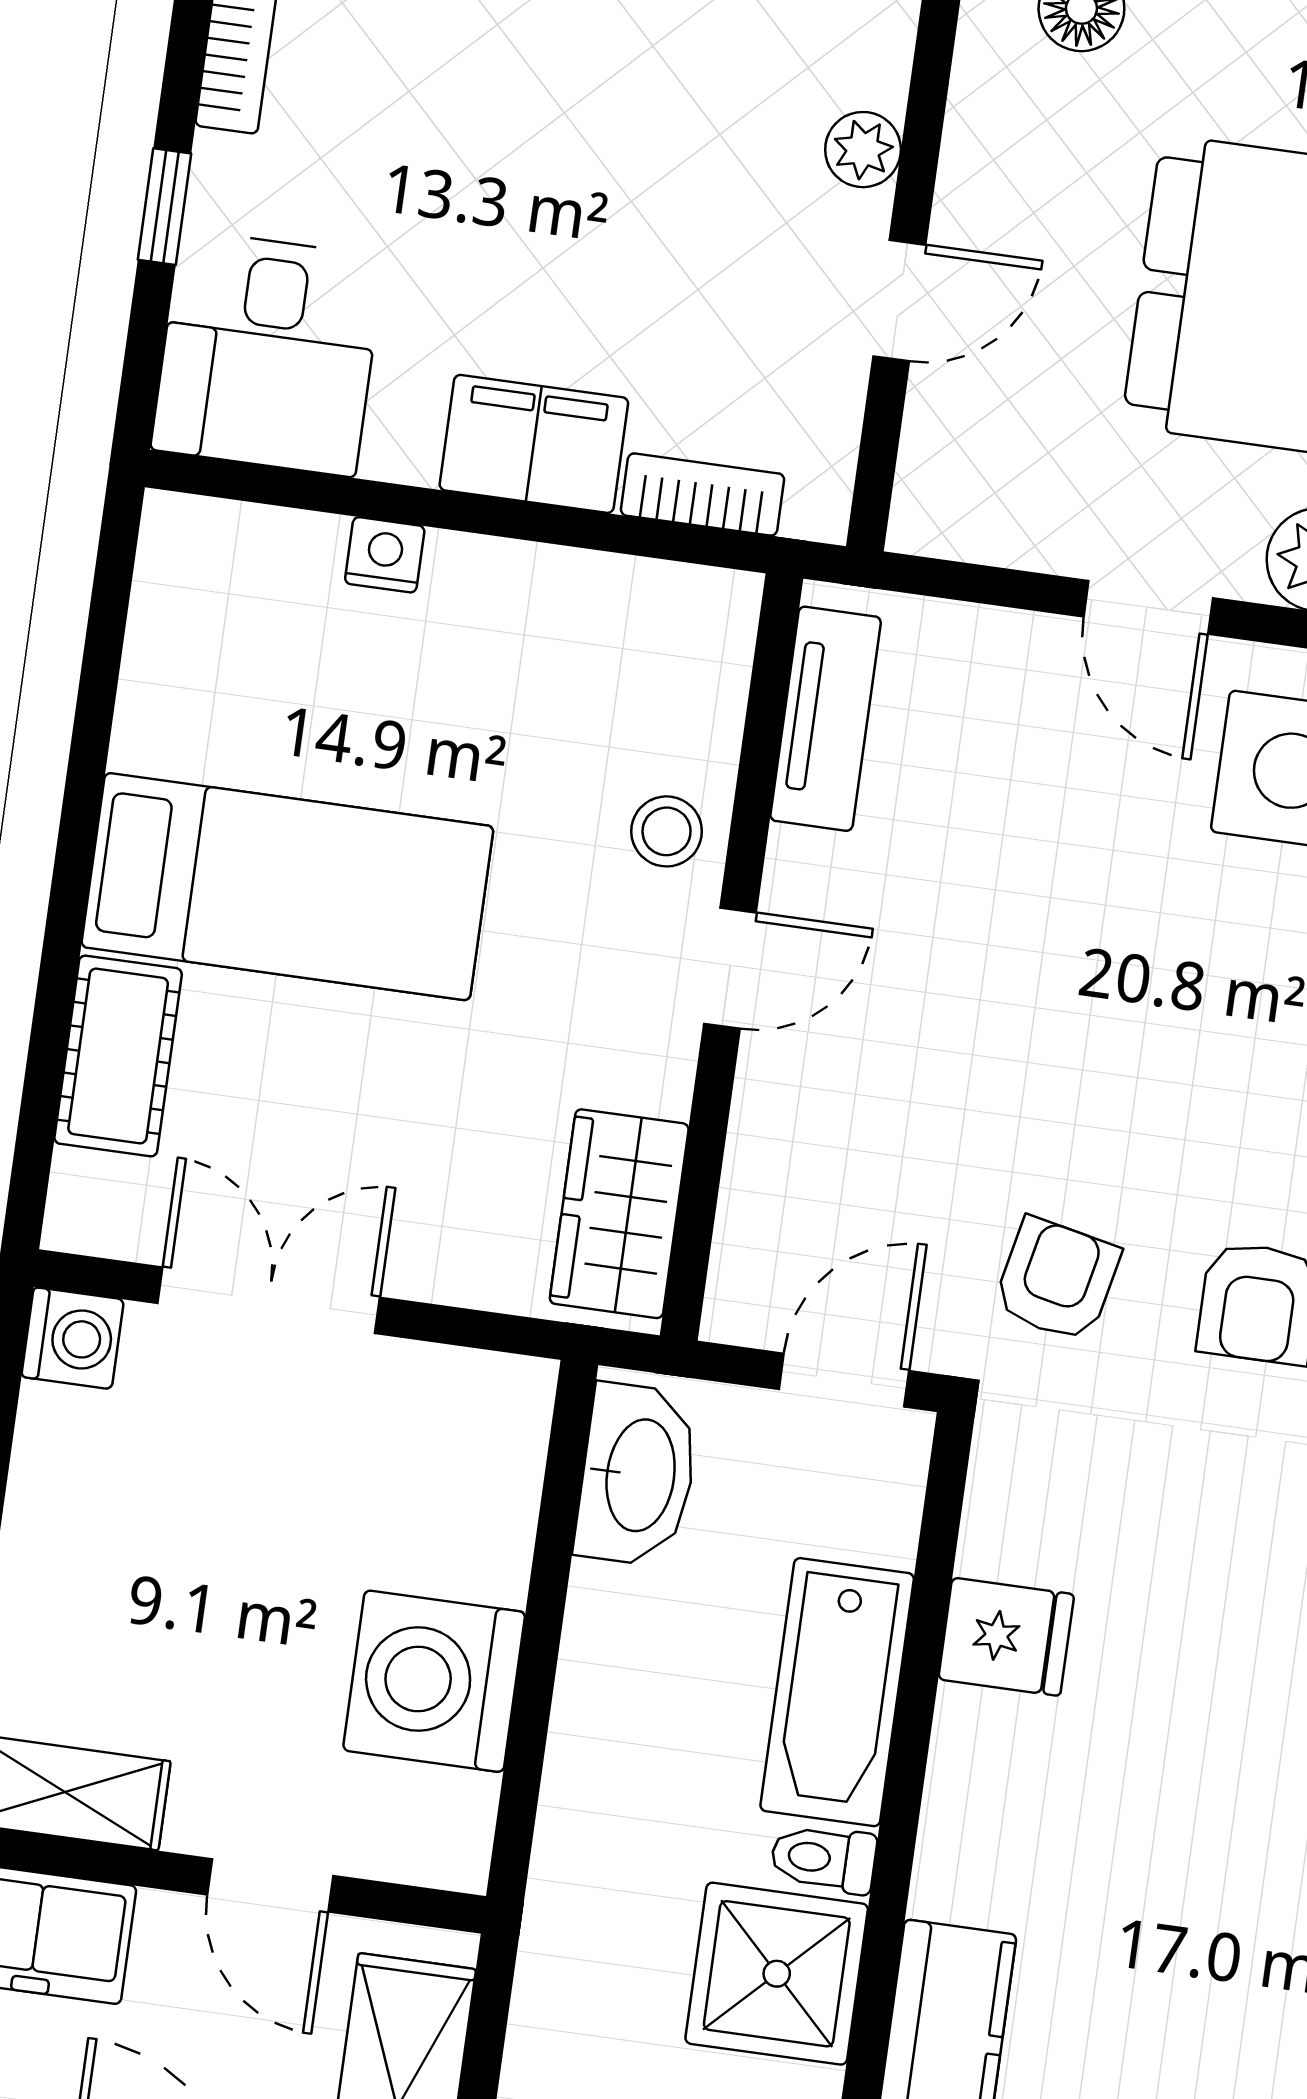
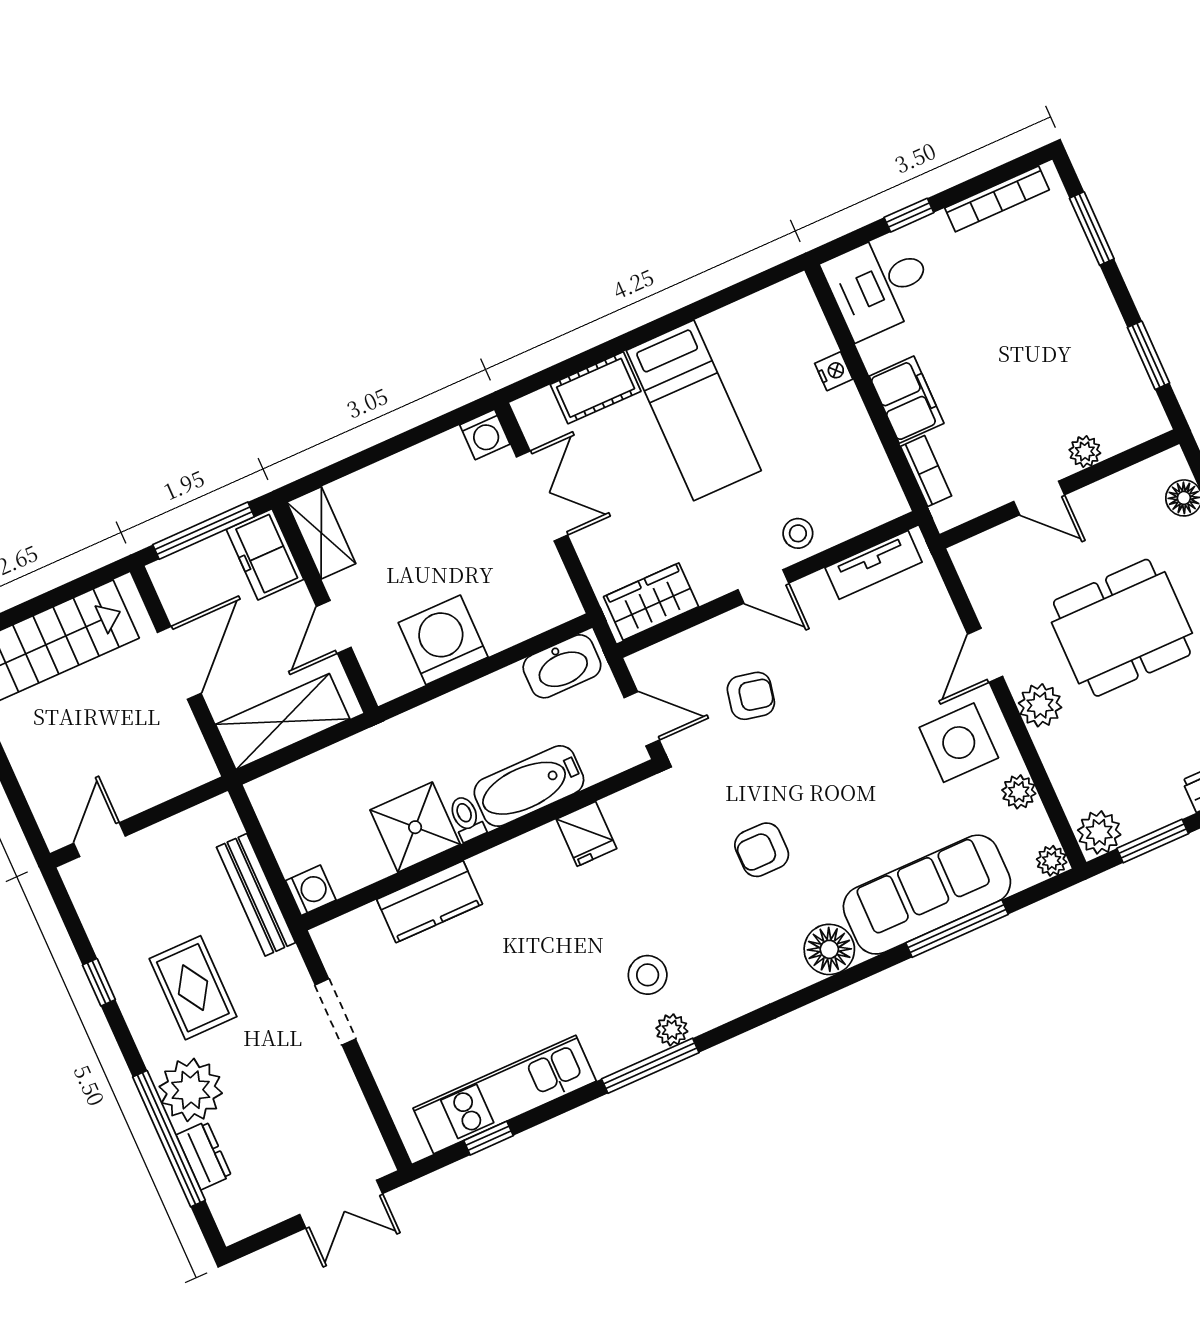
armchair: (1057, 1280) -> (751, 696), moved

